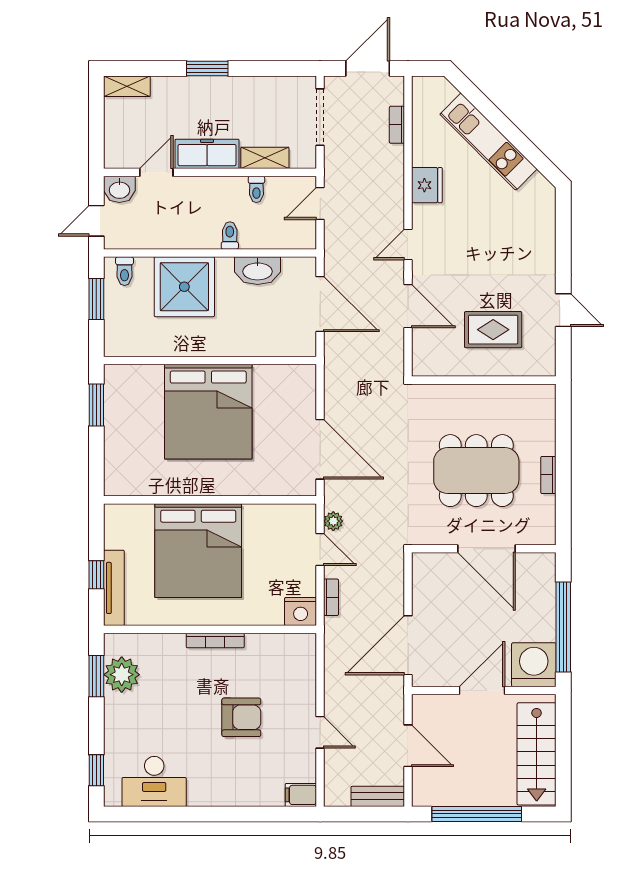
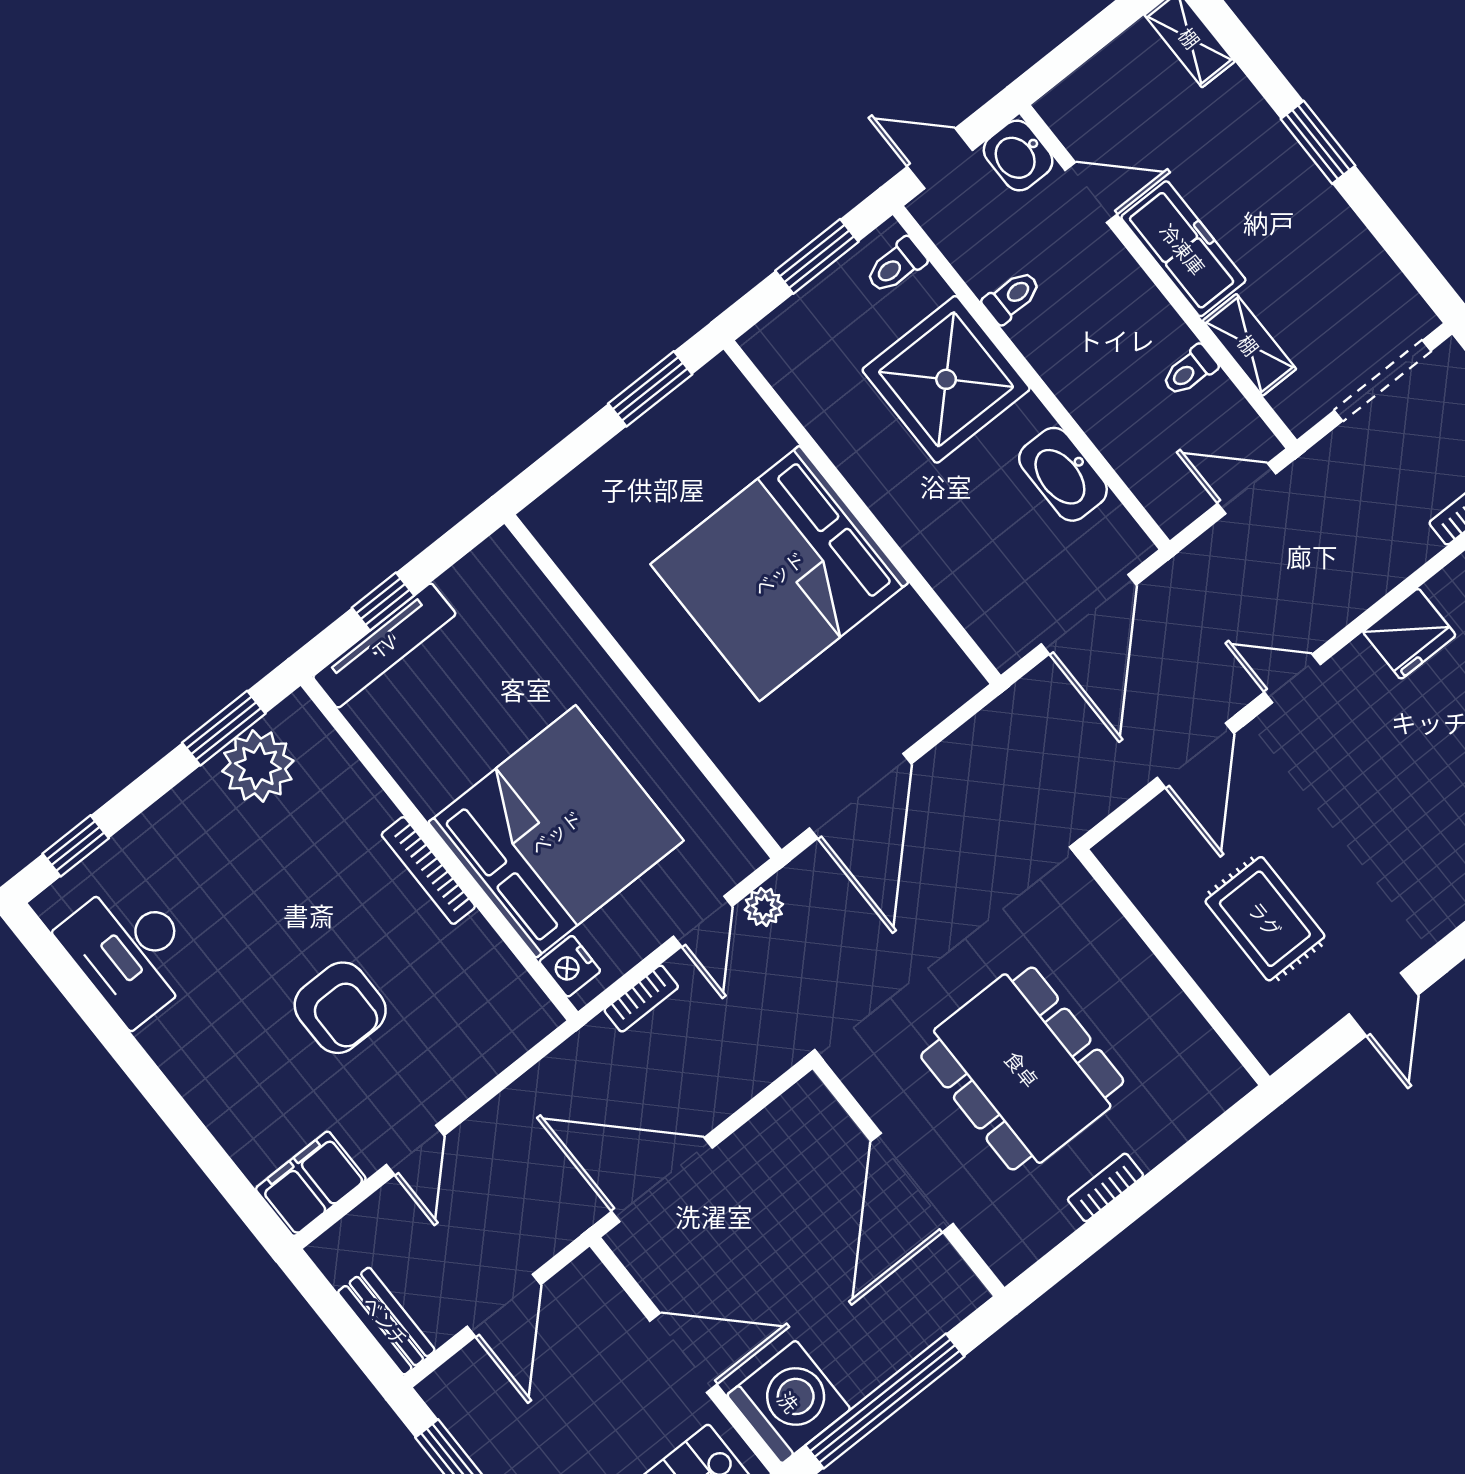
toilet: (230, 236) -> (1012, 297), moved
bed: (198, 551) -> (556, 832), moved, turned 180
nightstand: (301, 612) -> (570, 966), width x0.74, depth x0.75
filing cabinet: (301, 795) -> (311, 1184), width x2.00

